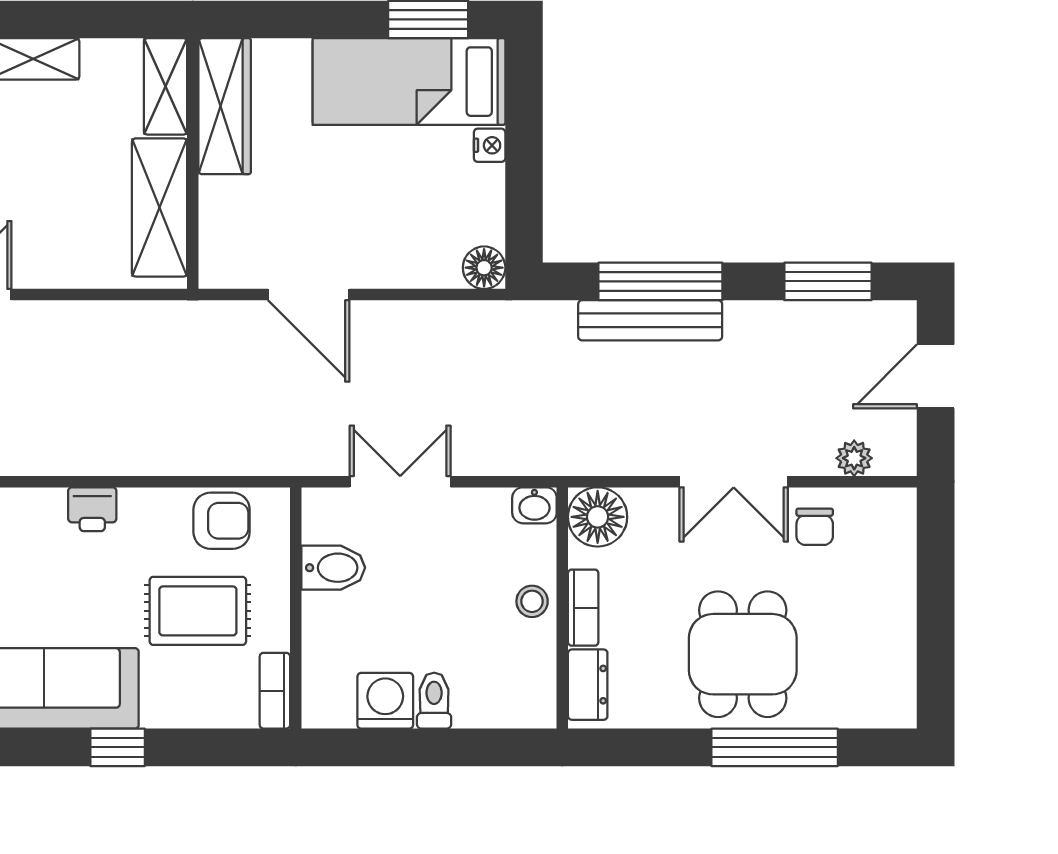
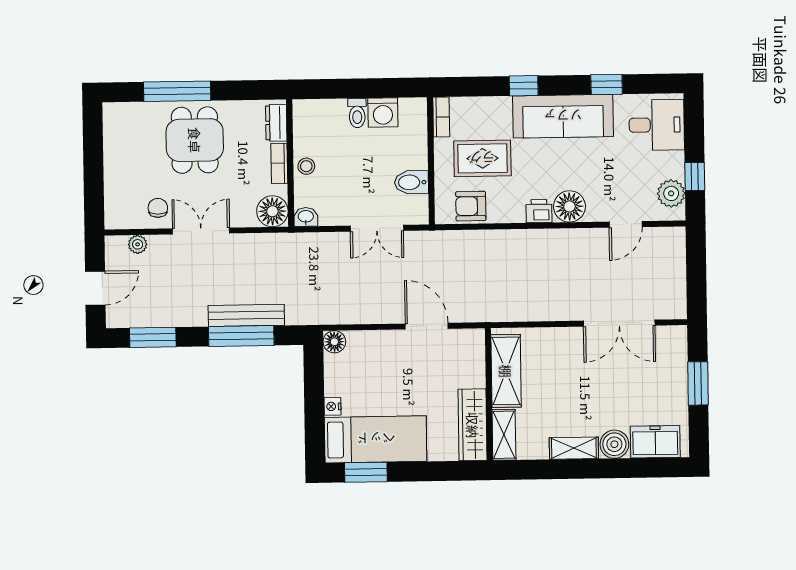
floor lamp: (34, 517) -> (569, 206), added

